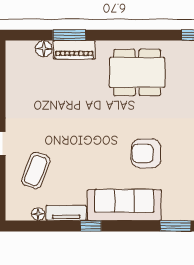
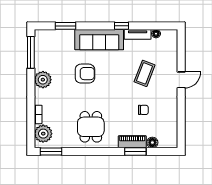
dining table: (137, 73) -> (91, 127), width x0.73
chair: (57, 98) -> (143, 110), added
coffee table: (36, 170) -> (145, 73), moved

